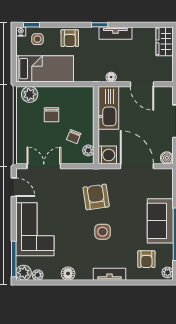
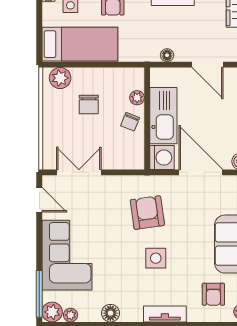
kitchen sink: (108, 108) -> (163, 116), moved
chair: (74, 137) -> (130, 122), moved
plant: (88, 150) -> (137, 98), moved

